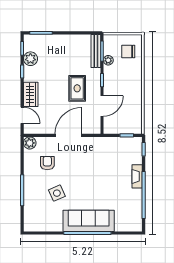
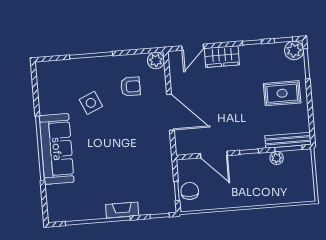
chair: (128, 51) -> (190, 191), moved
plant: (30, 59) -> (294, 50), moved
rug: (77, 88) -> (282, 93), moved

